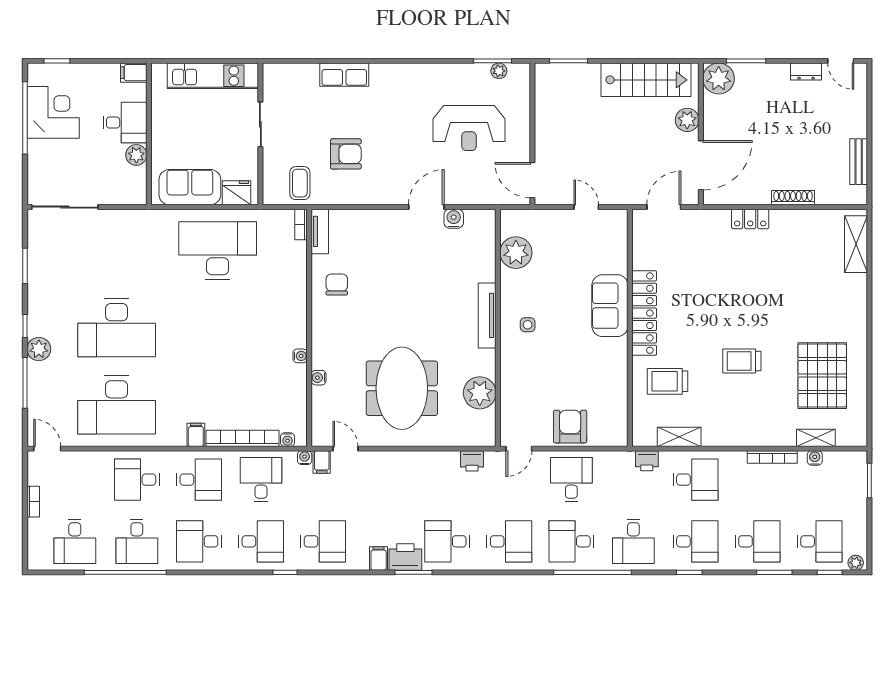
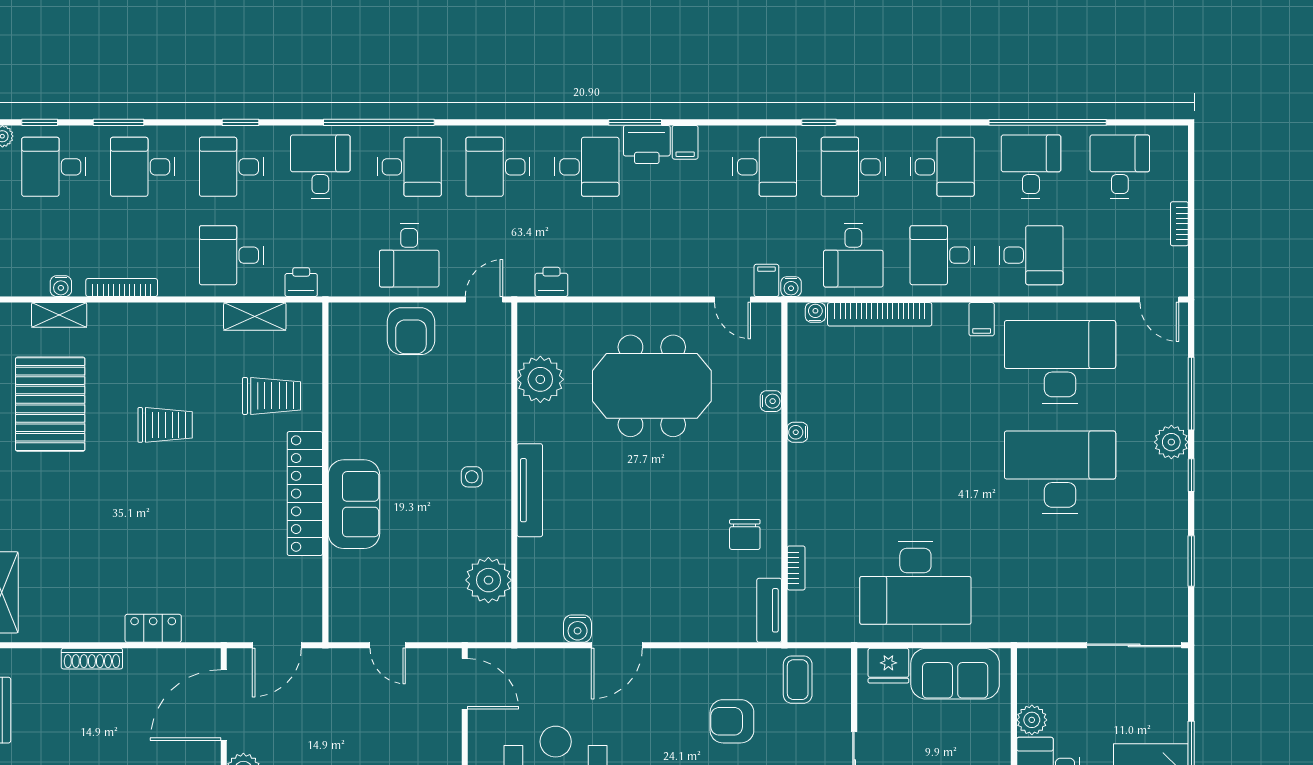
bookcase: (301, 225) -> (796, 568), moved
meeting table: (402, 388) -> (652, 386), turned 90
filing cabinet: (196, 435) -> (982, 319), moved
desk: (323, 541) -> (764, 167), turned 180

